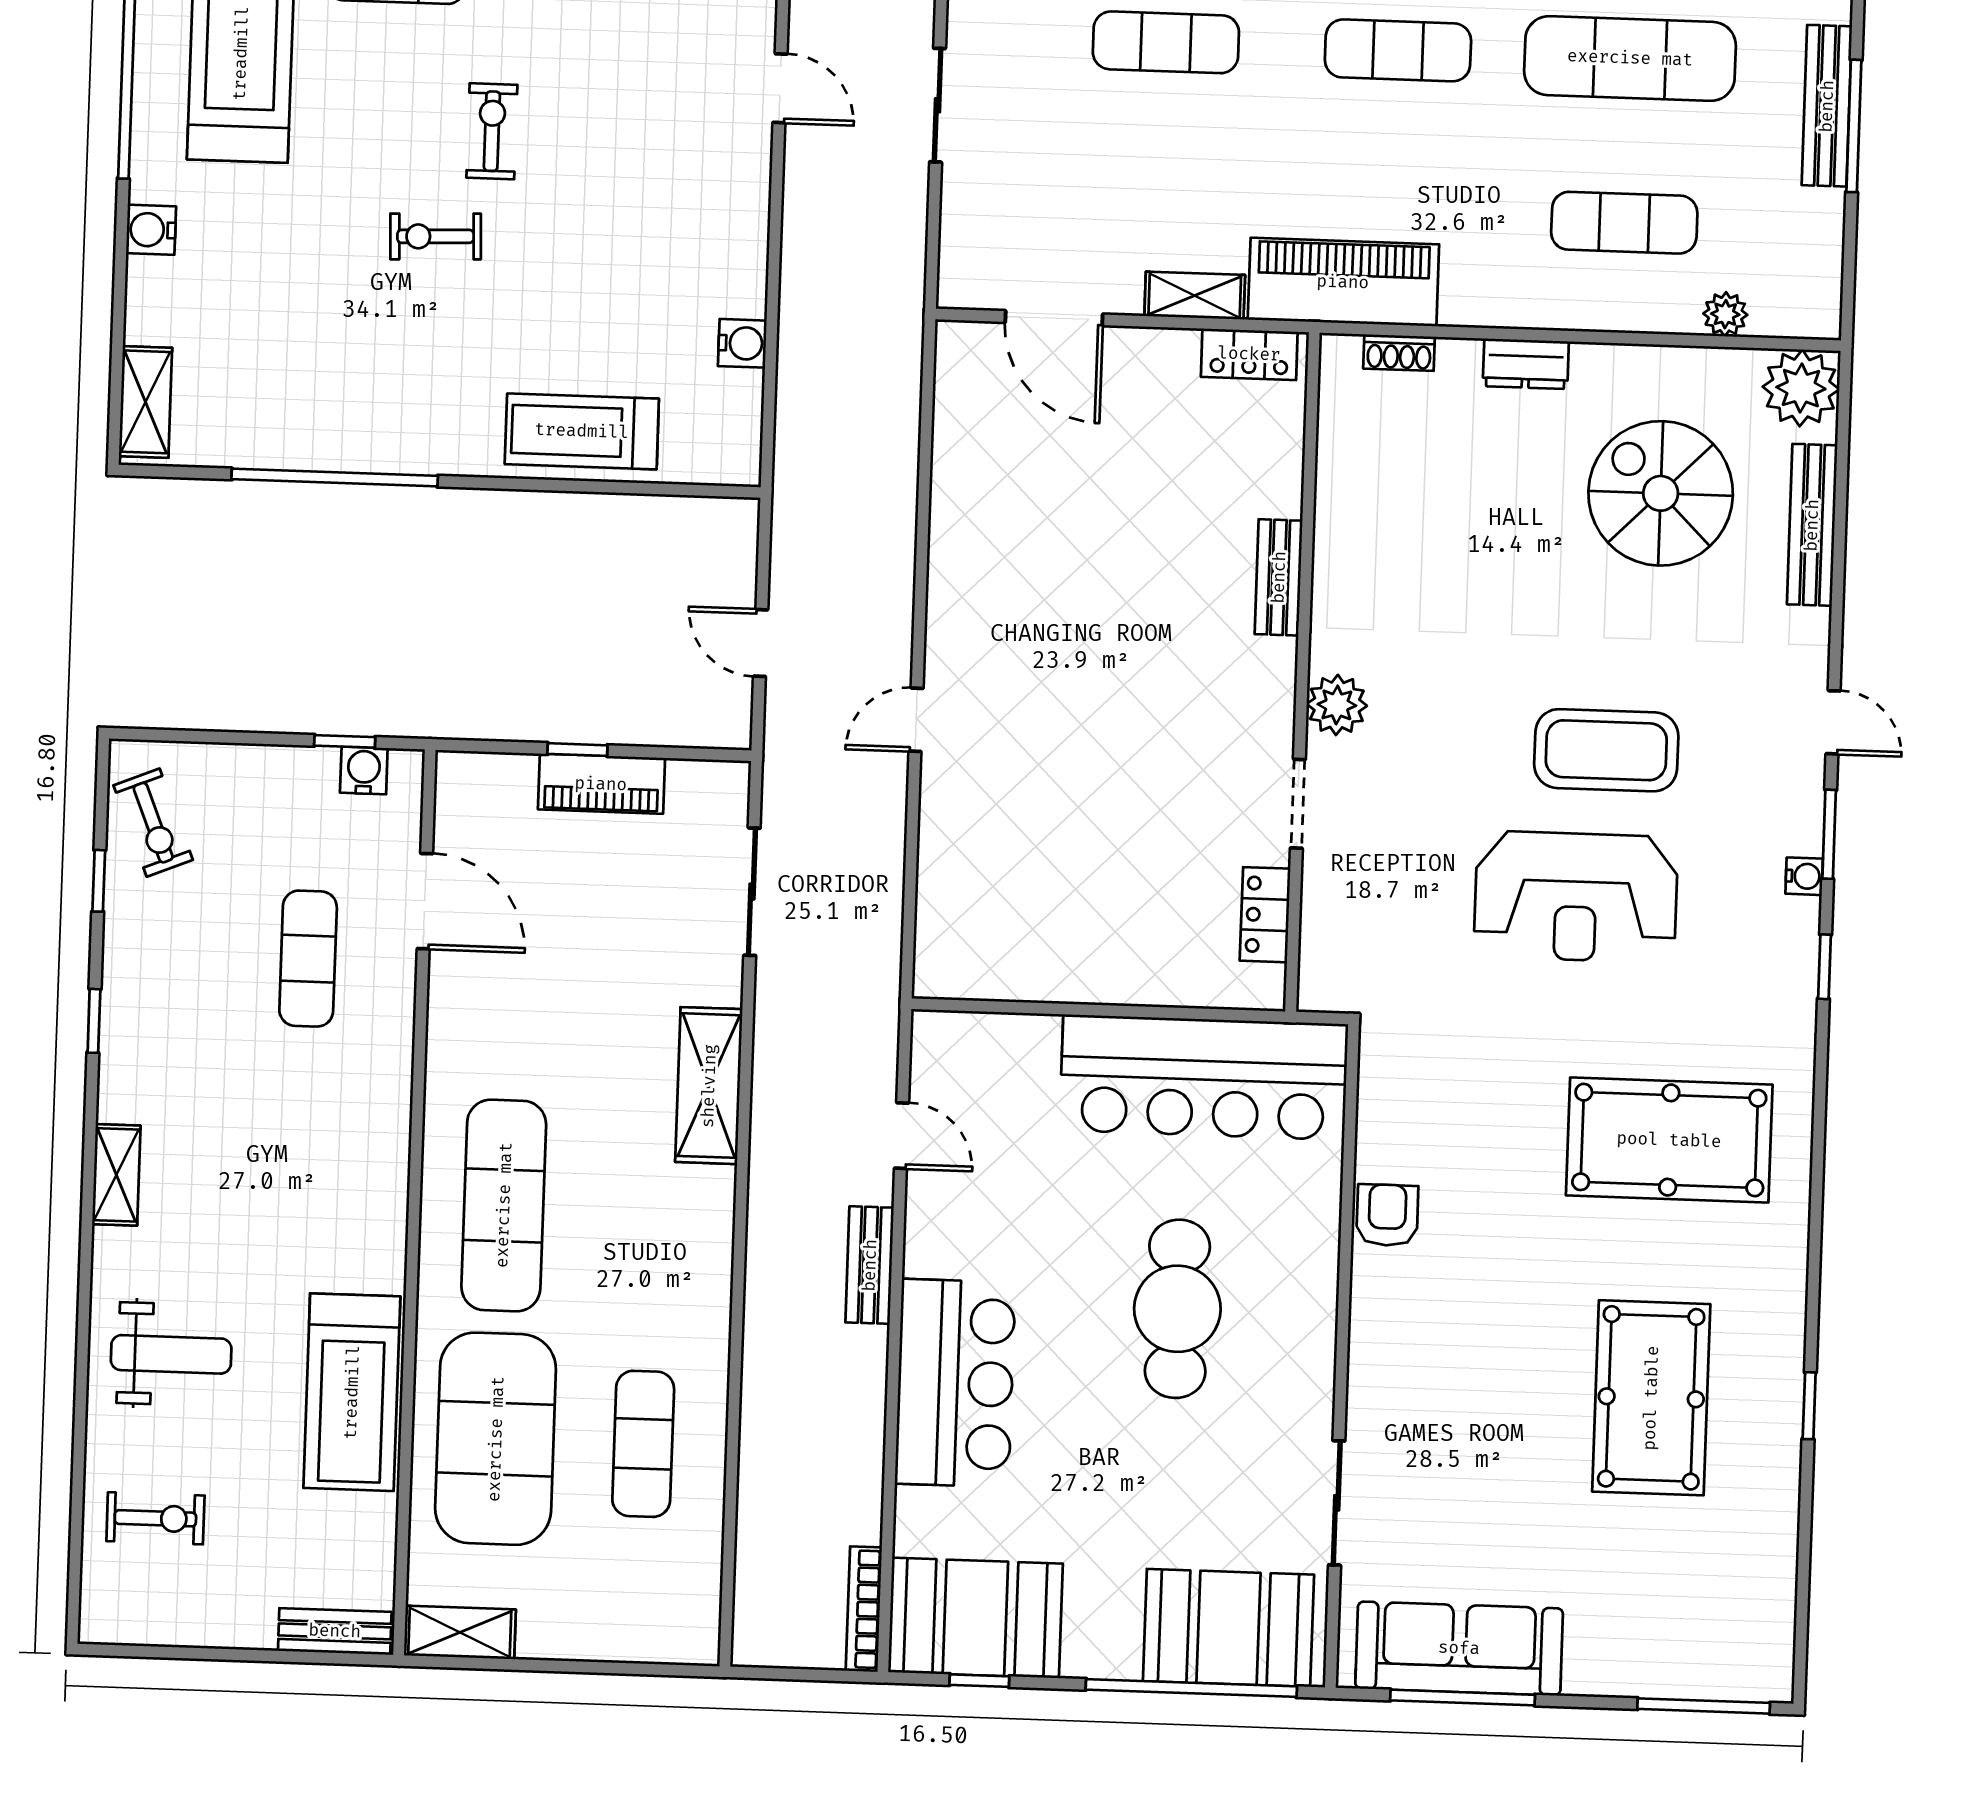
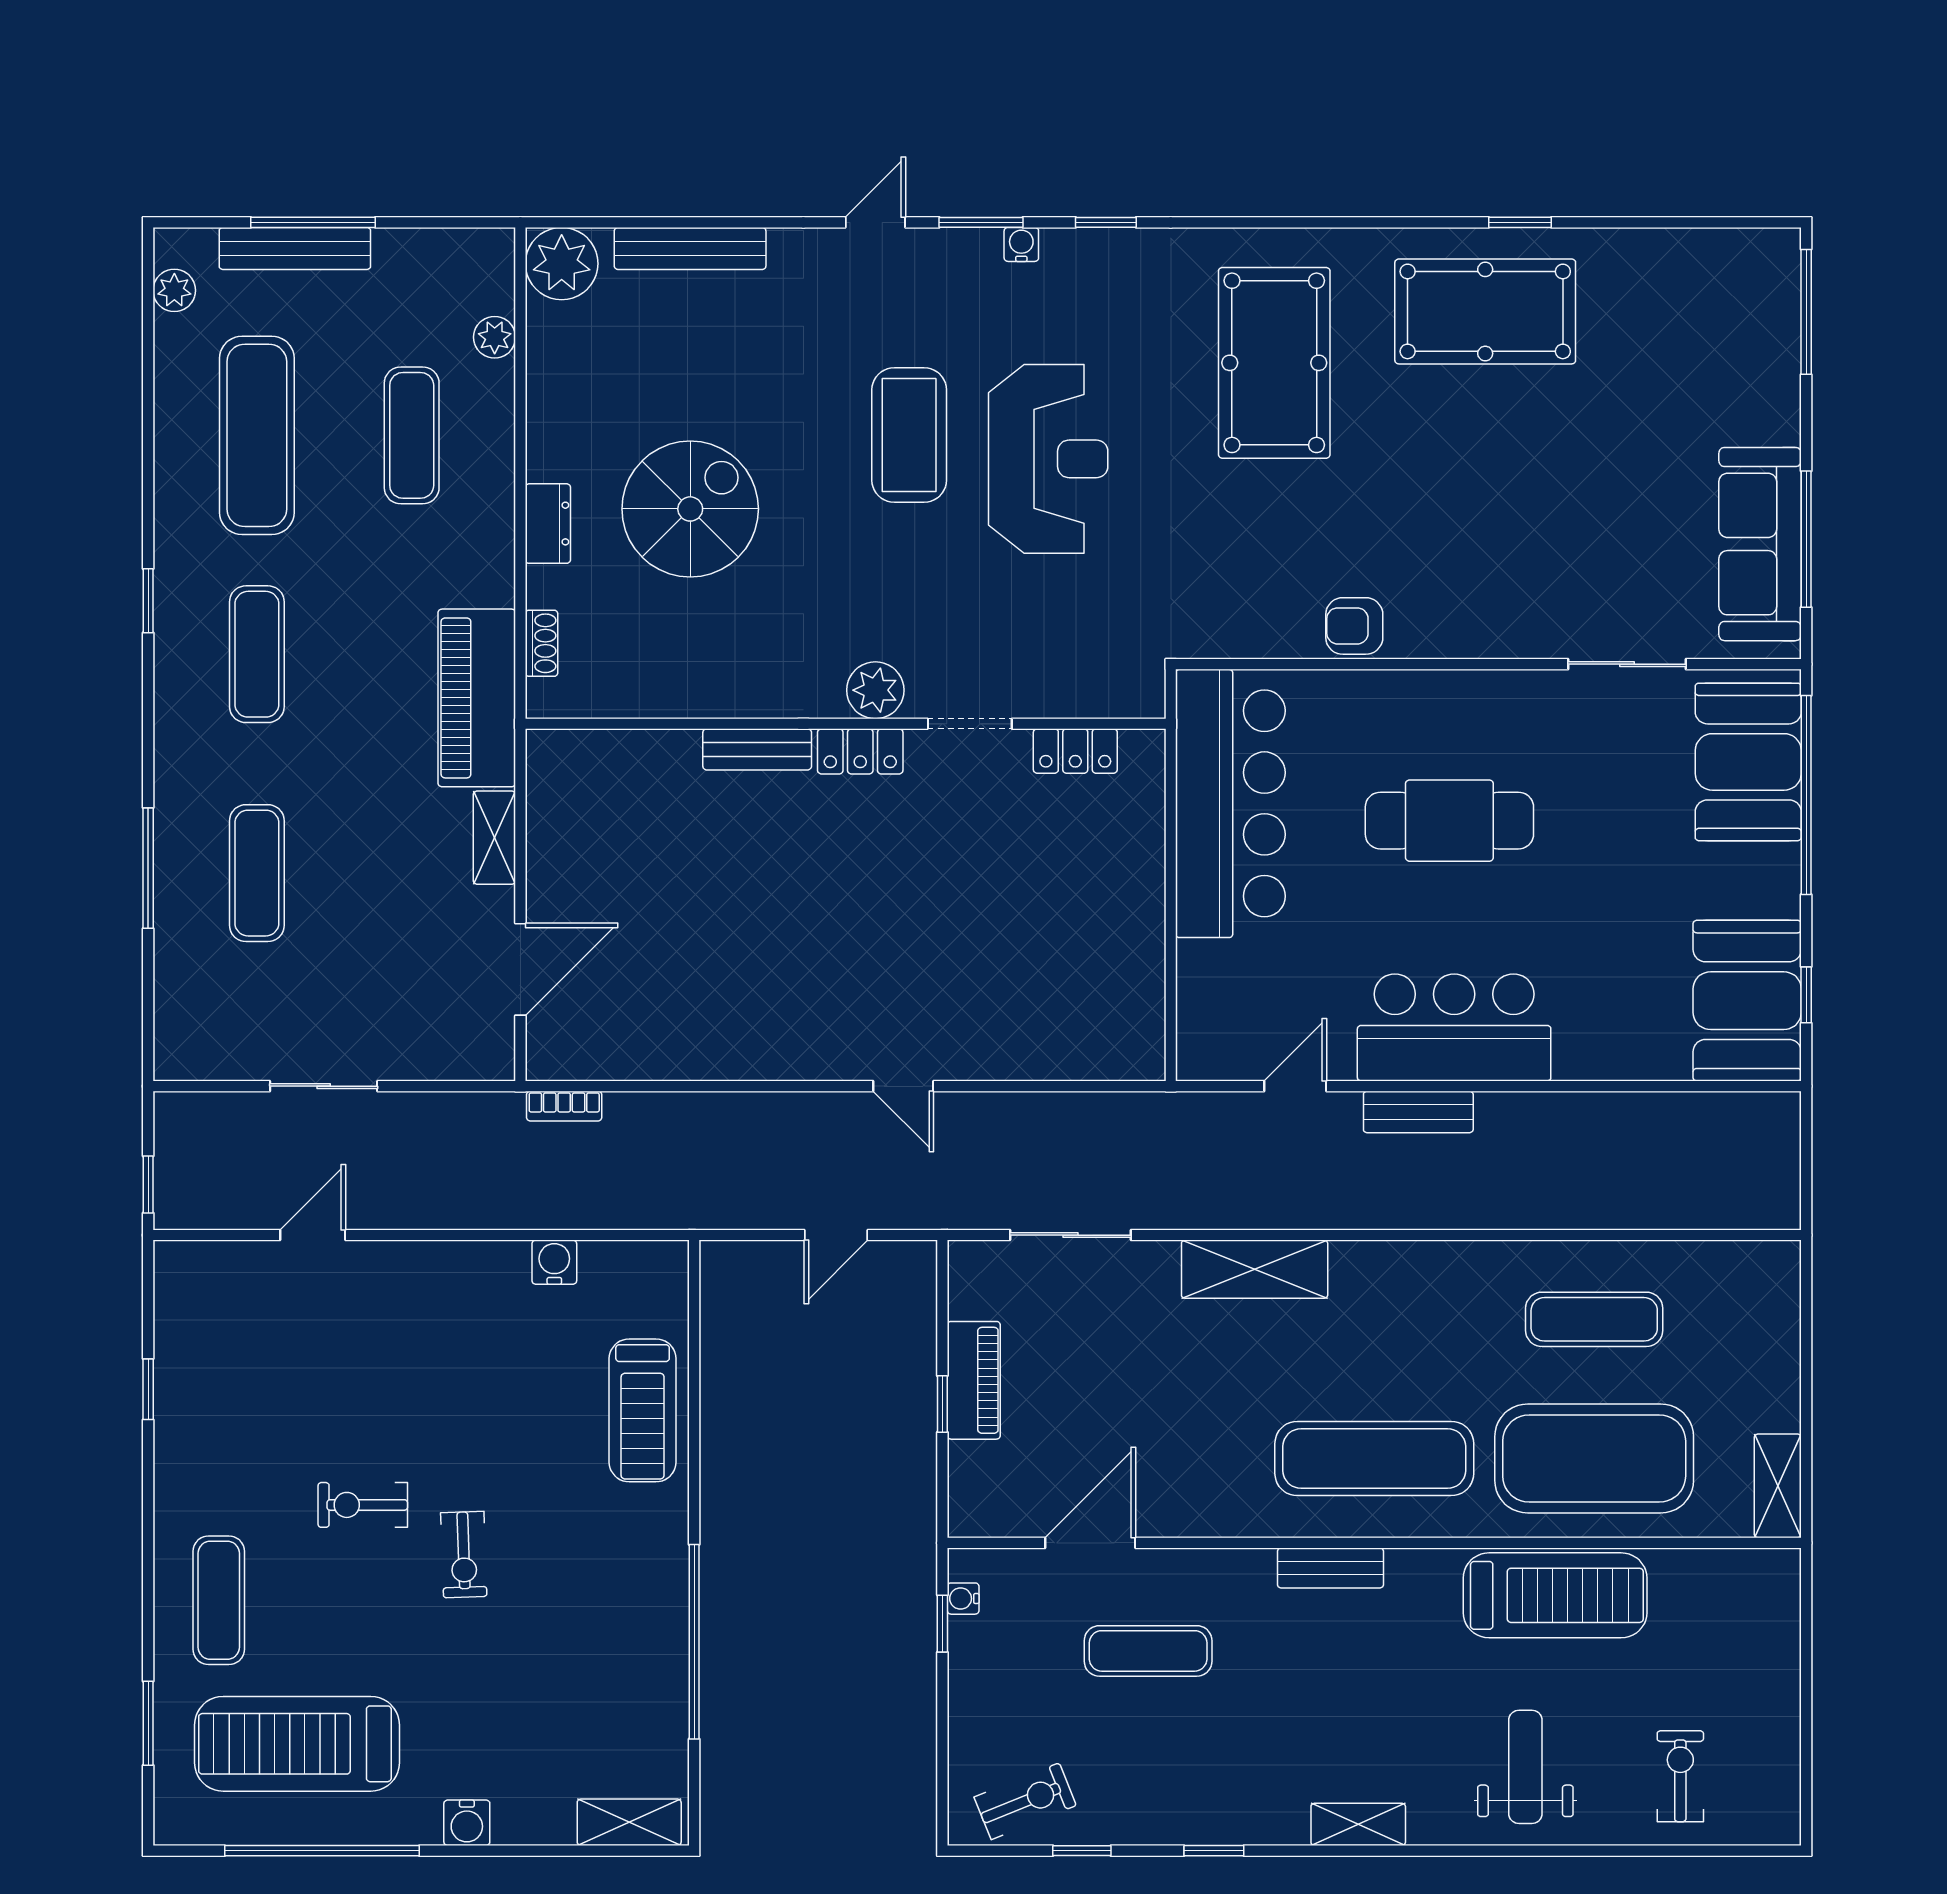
locker: (1249, 354) -> (860, 751), moved, turned 90
spiral stairs: (1661, 493) -> (690, 509), moved, turned 180
water cooler: (364, 770) -> (963, 1599), width x0.72, depth x0.72
bar counter: (955, 1383) -> (1454, 1027), moved
pool table: (1651, 1398) -> (1485, 311), moved
bookcase: (864, 1609) -> (564, 1106), moved, width x0.64
bench: (335, 1631) -> (1330, 1568), moved, turned 90

